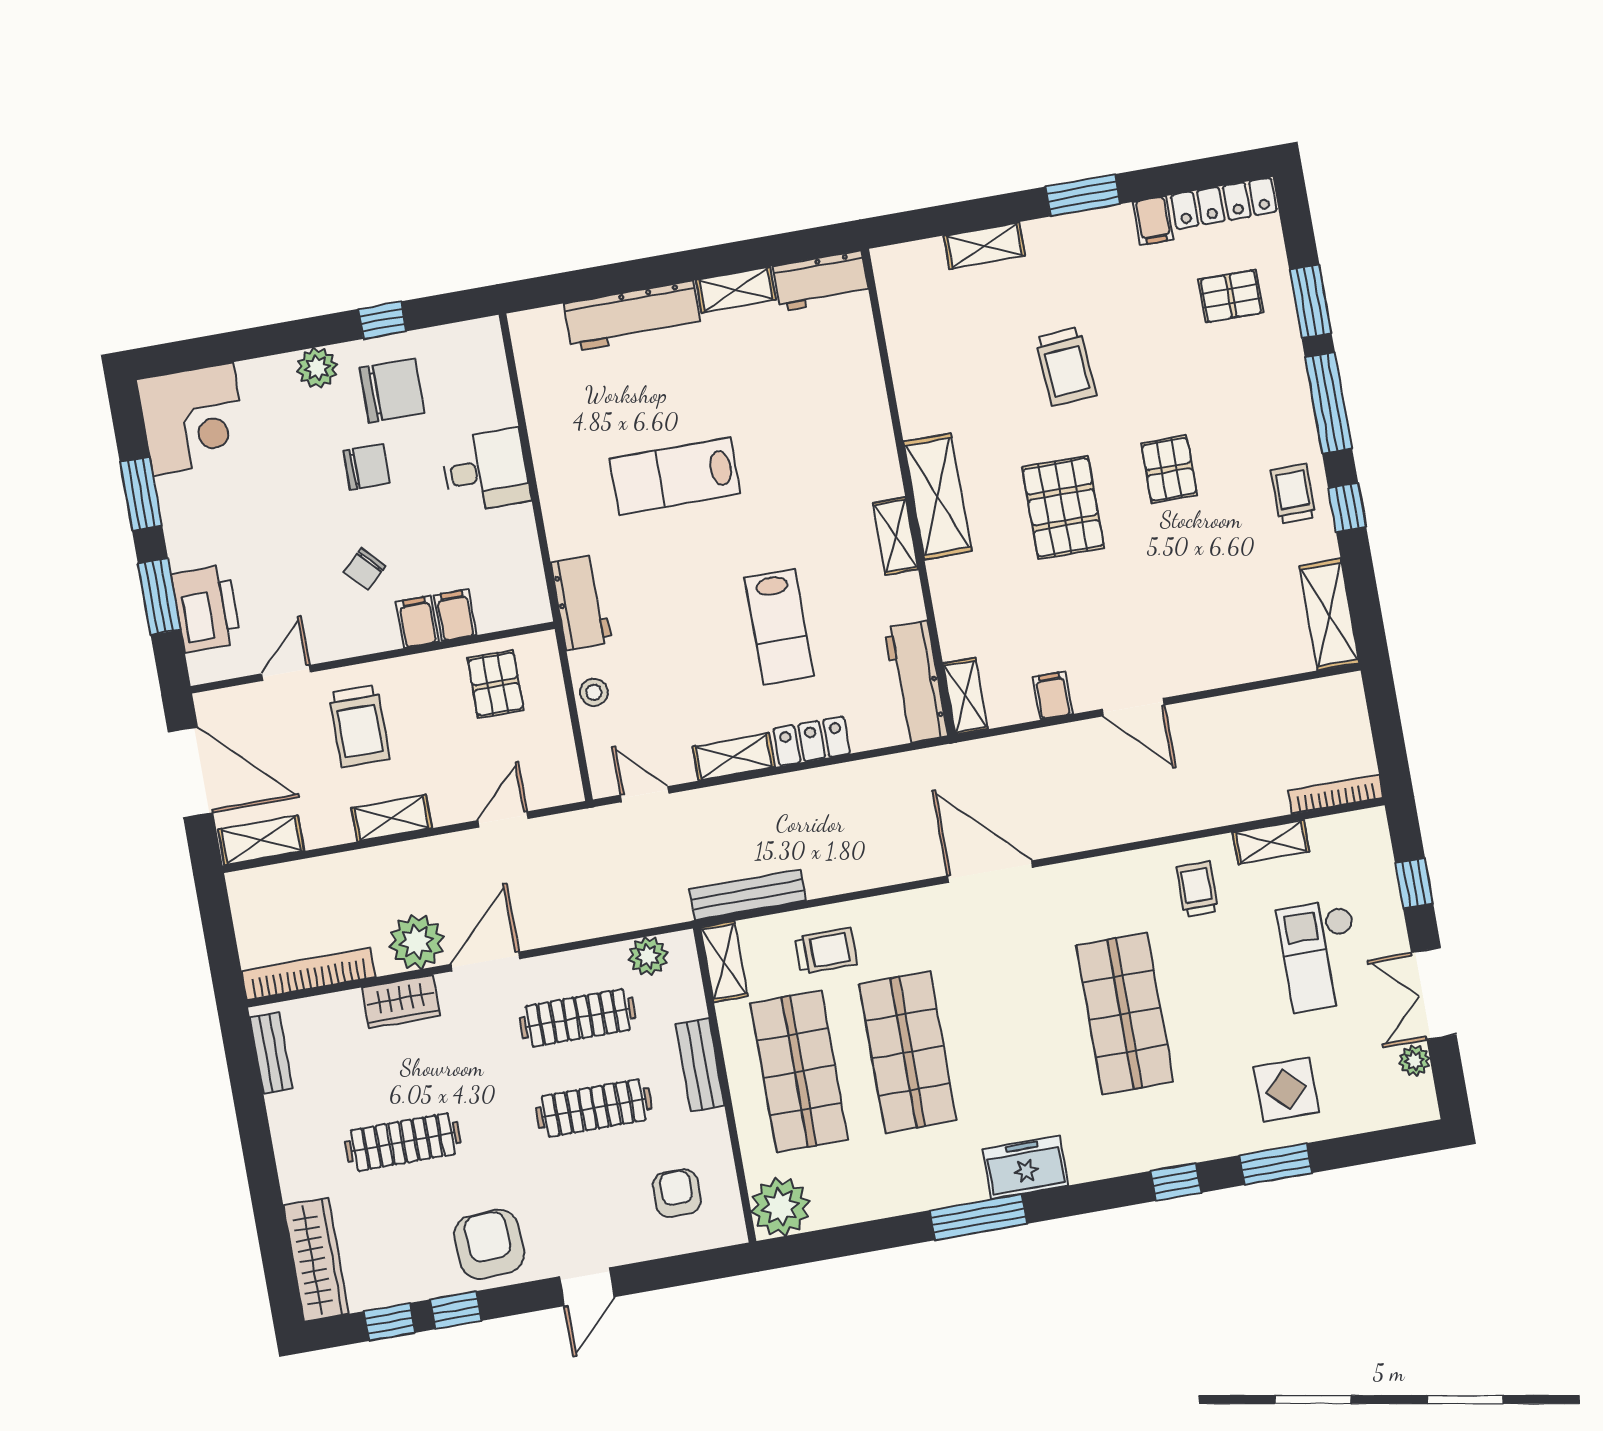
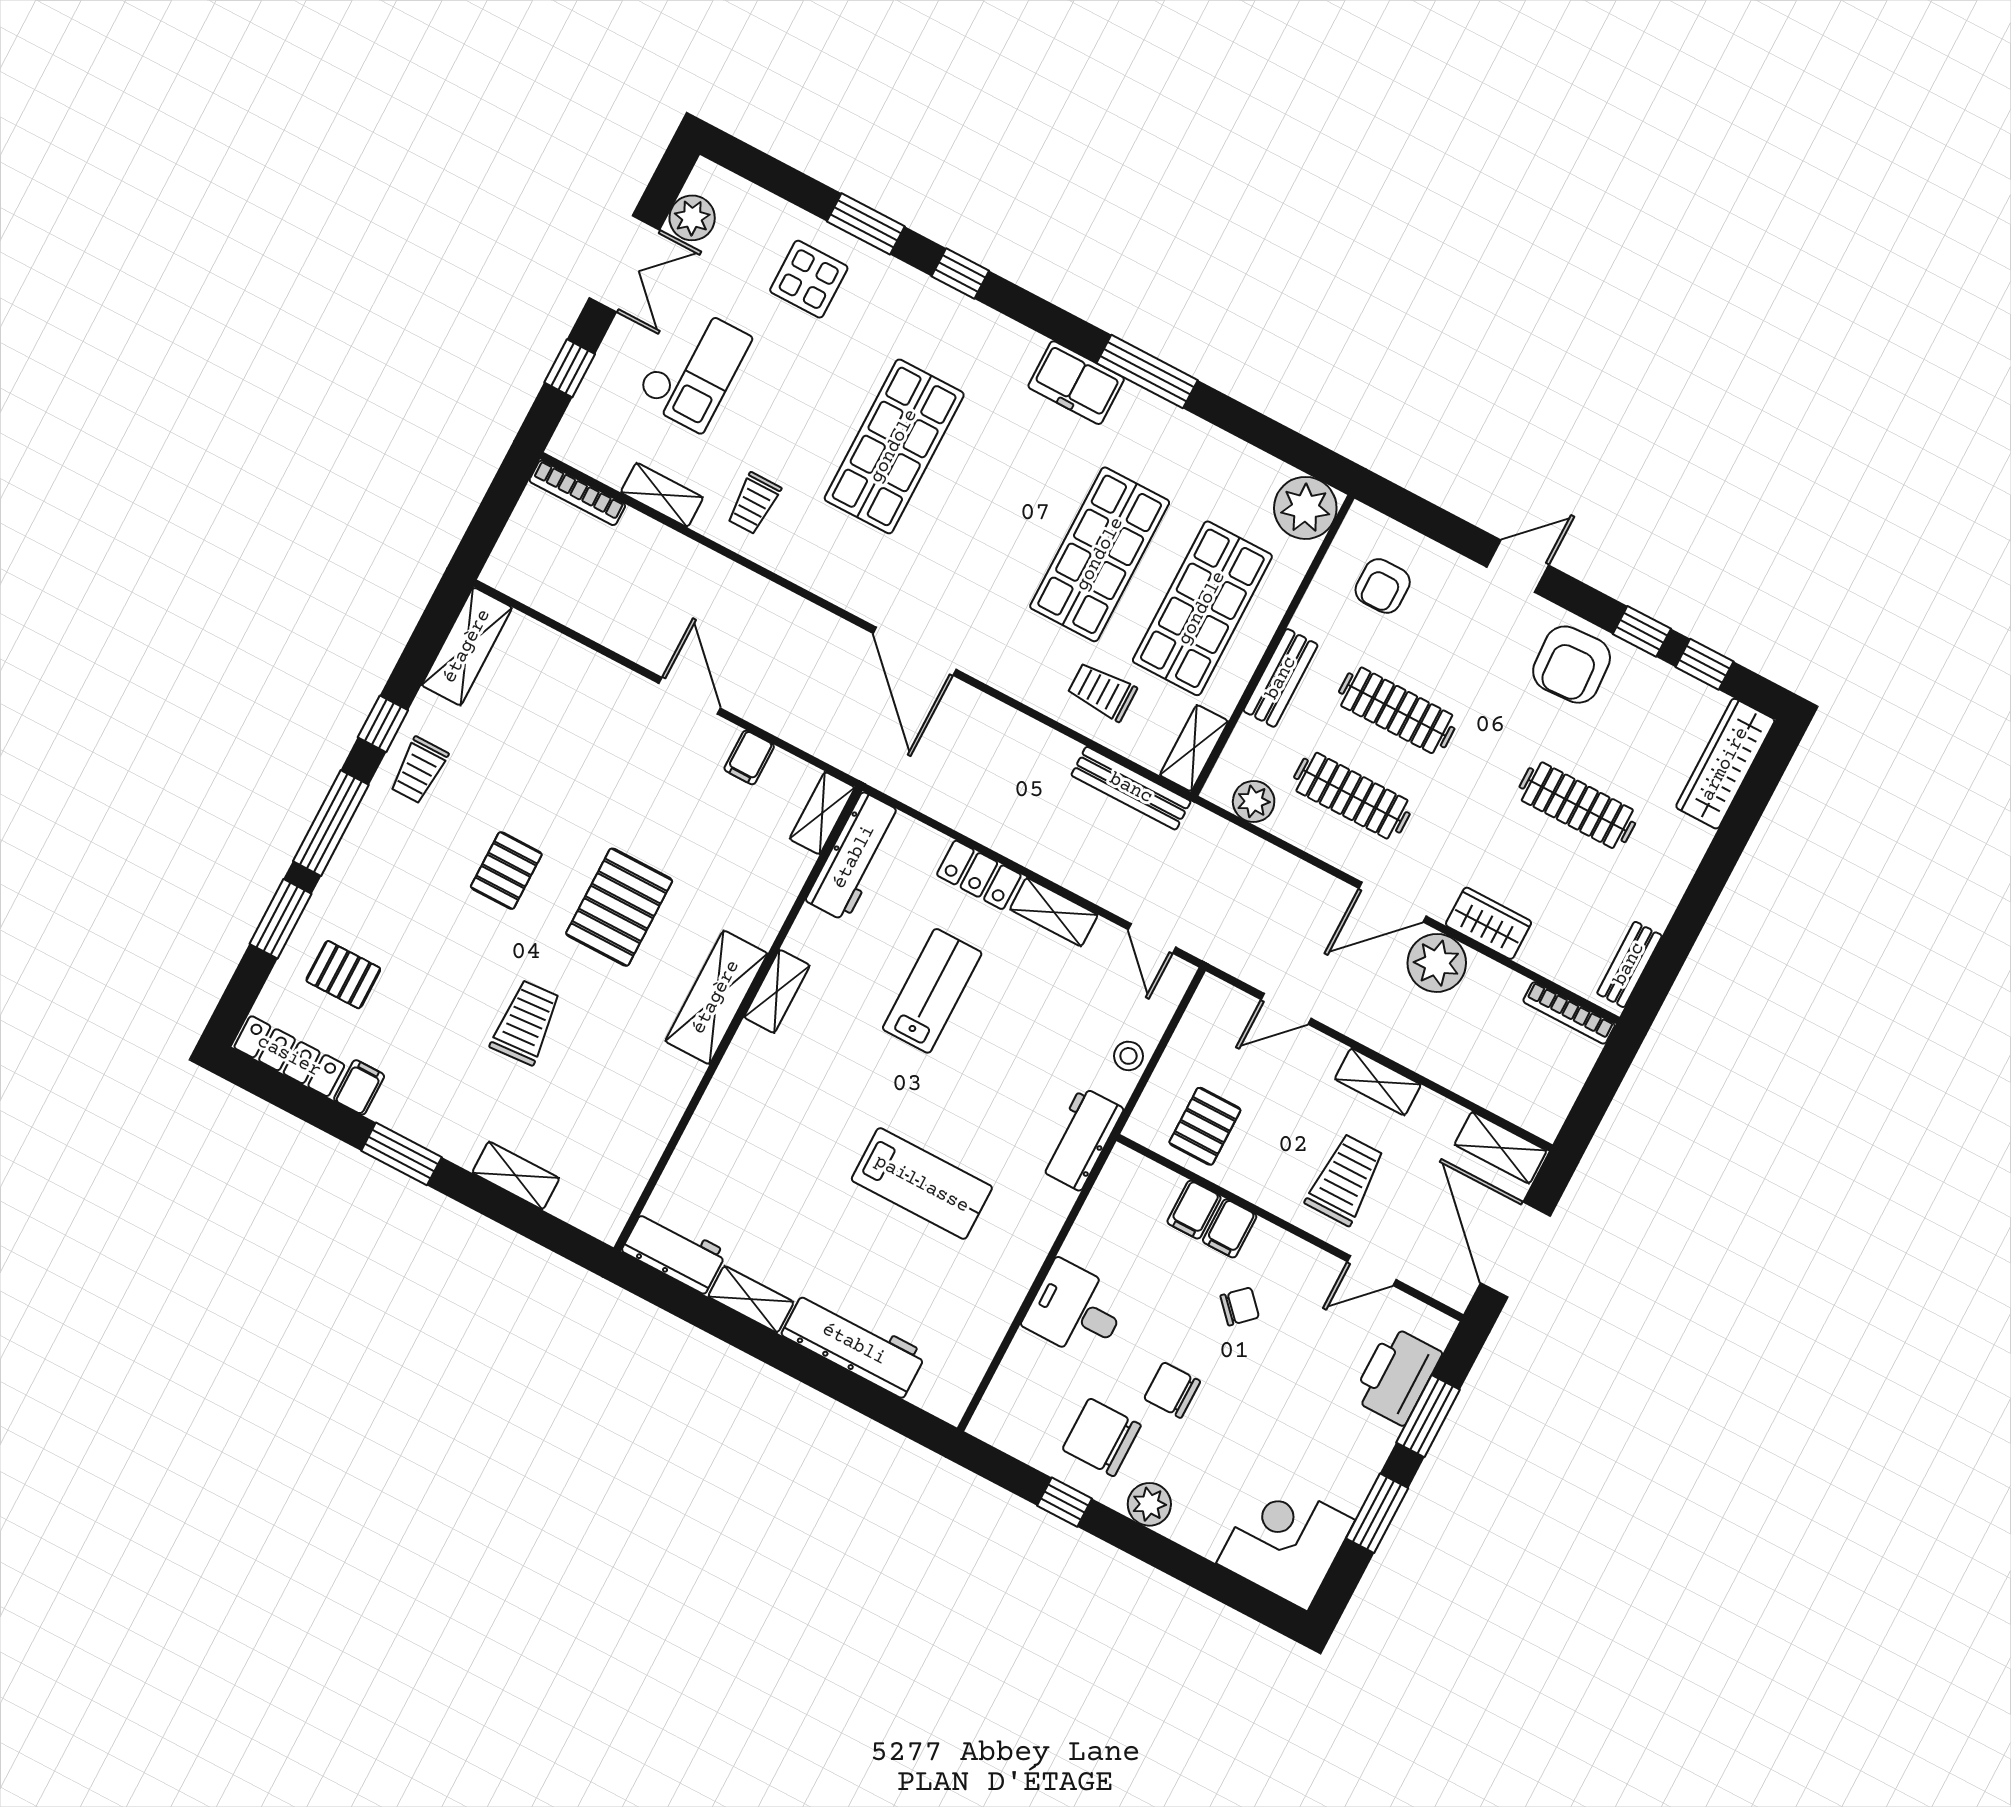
bookcase: (309, 974) -> (1569, 1013), width x0.68, depth x0.76
plant: (1414, 1061) -> (692, 218), width x1.38, depth x1.38

